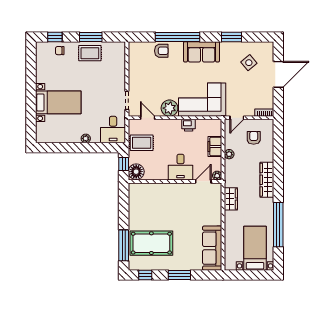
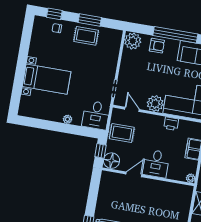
plant: (137, 50) -> (133, 41), added
door: (203, 181) -> (134, 174), moved

